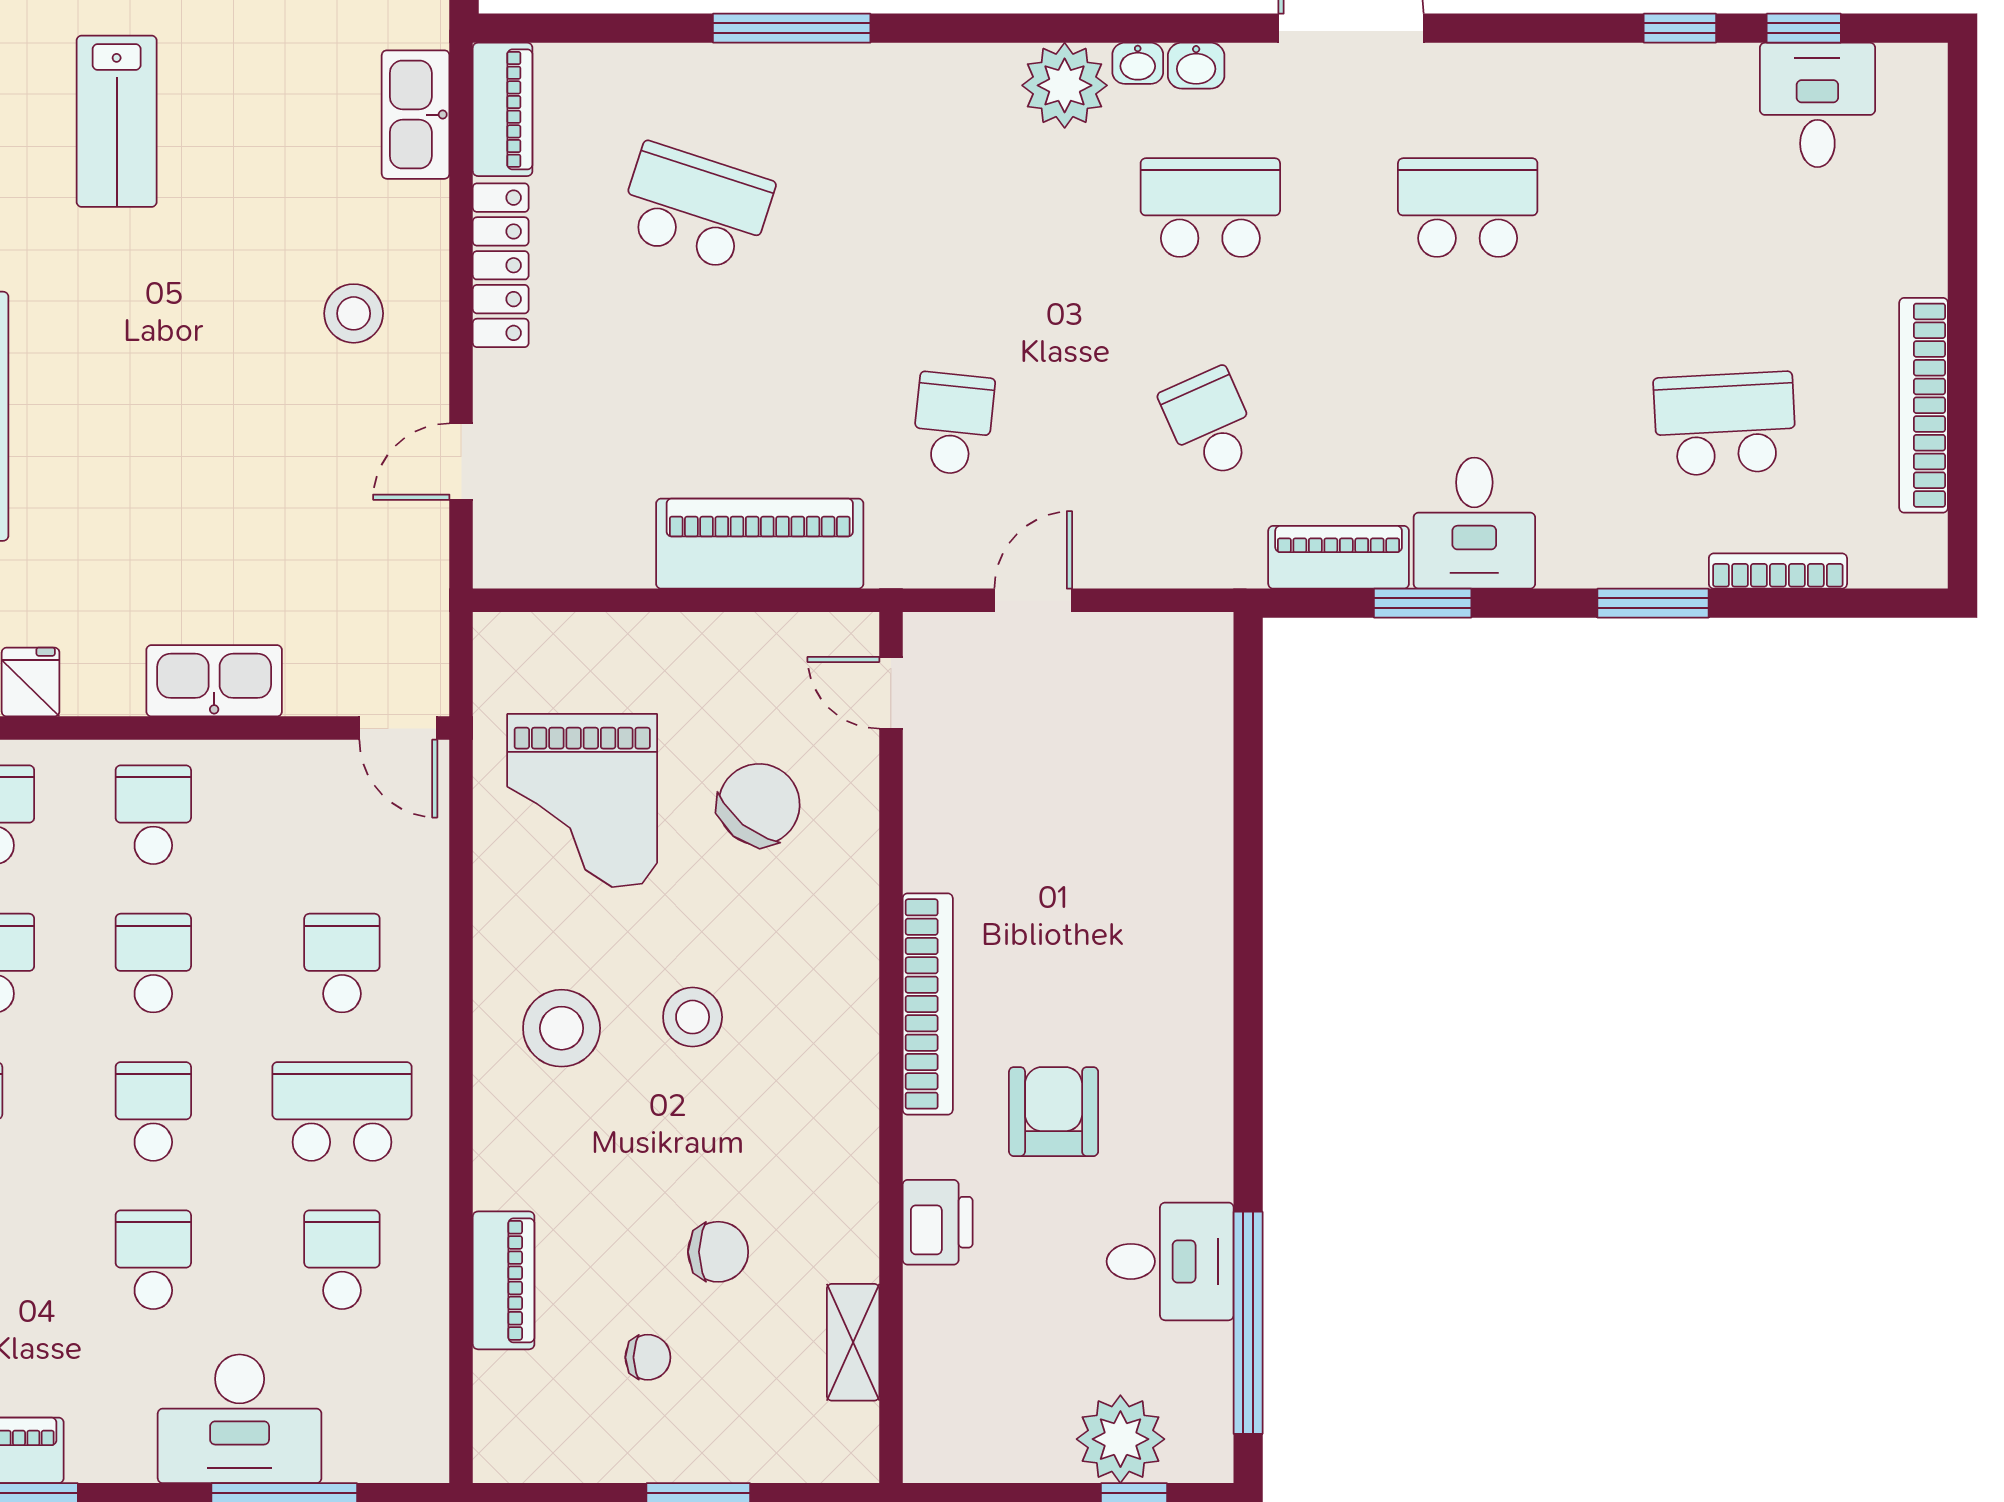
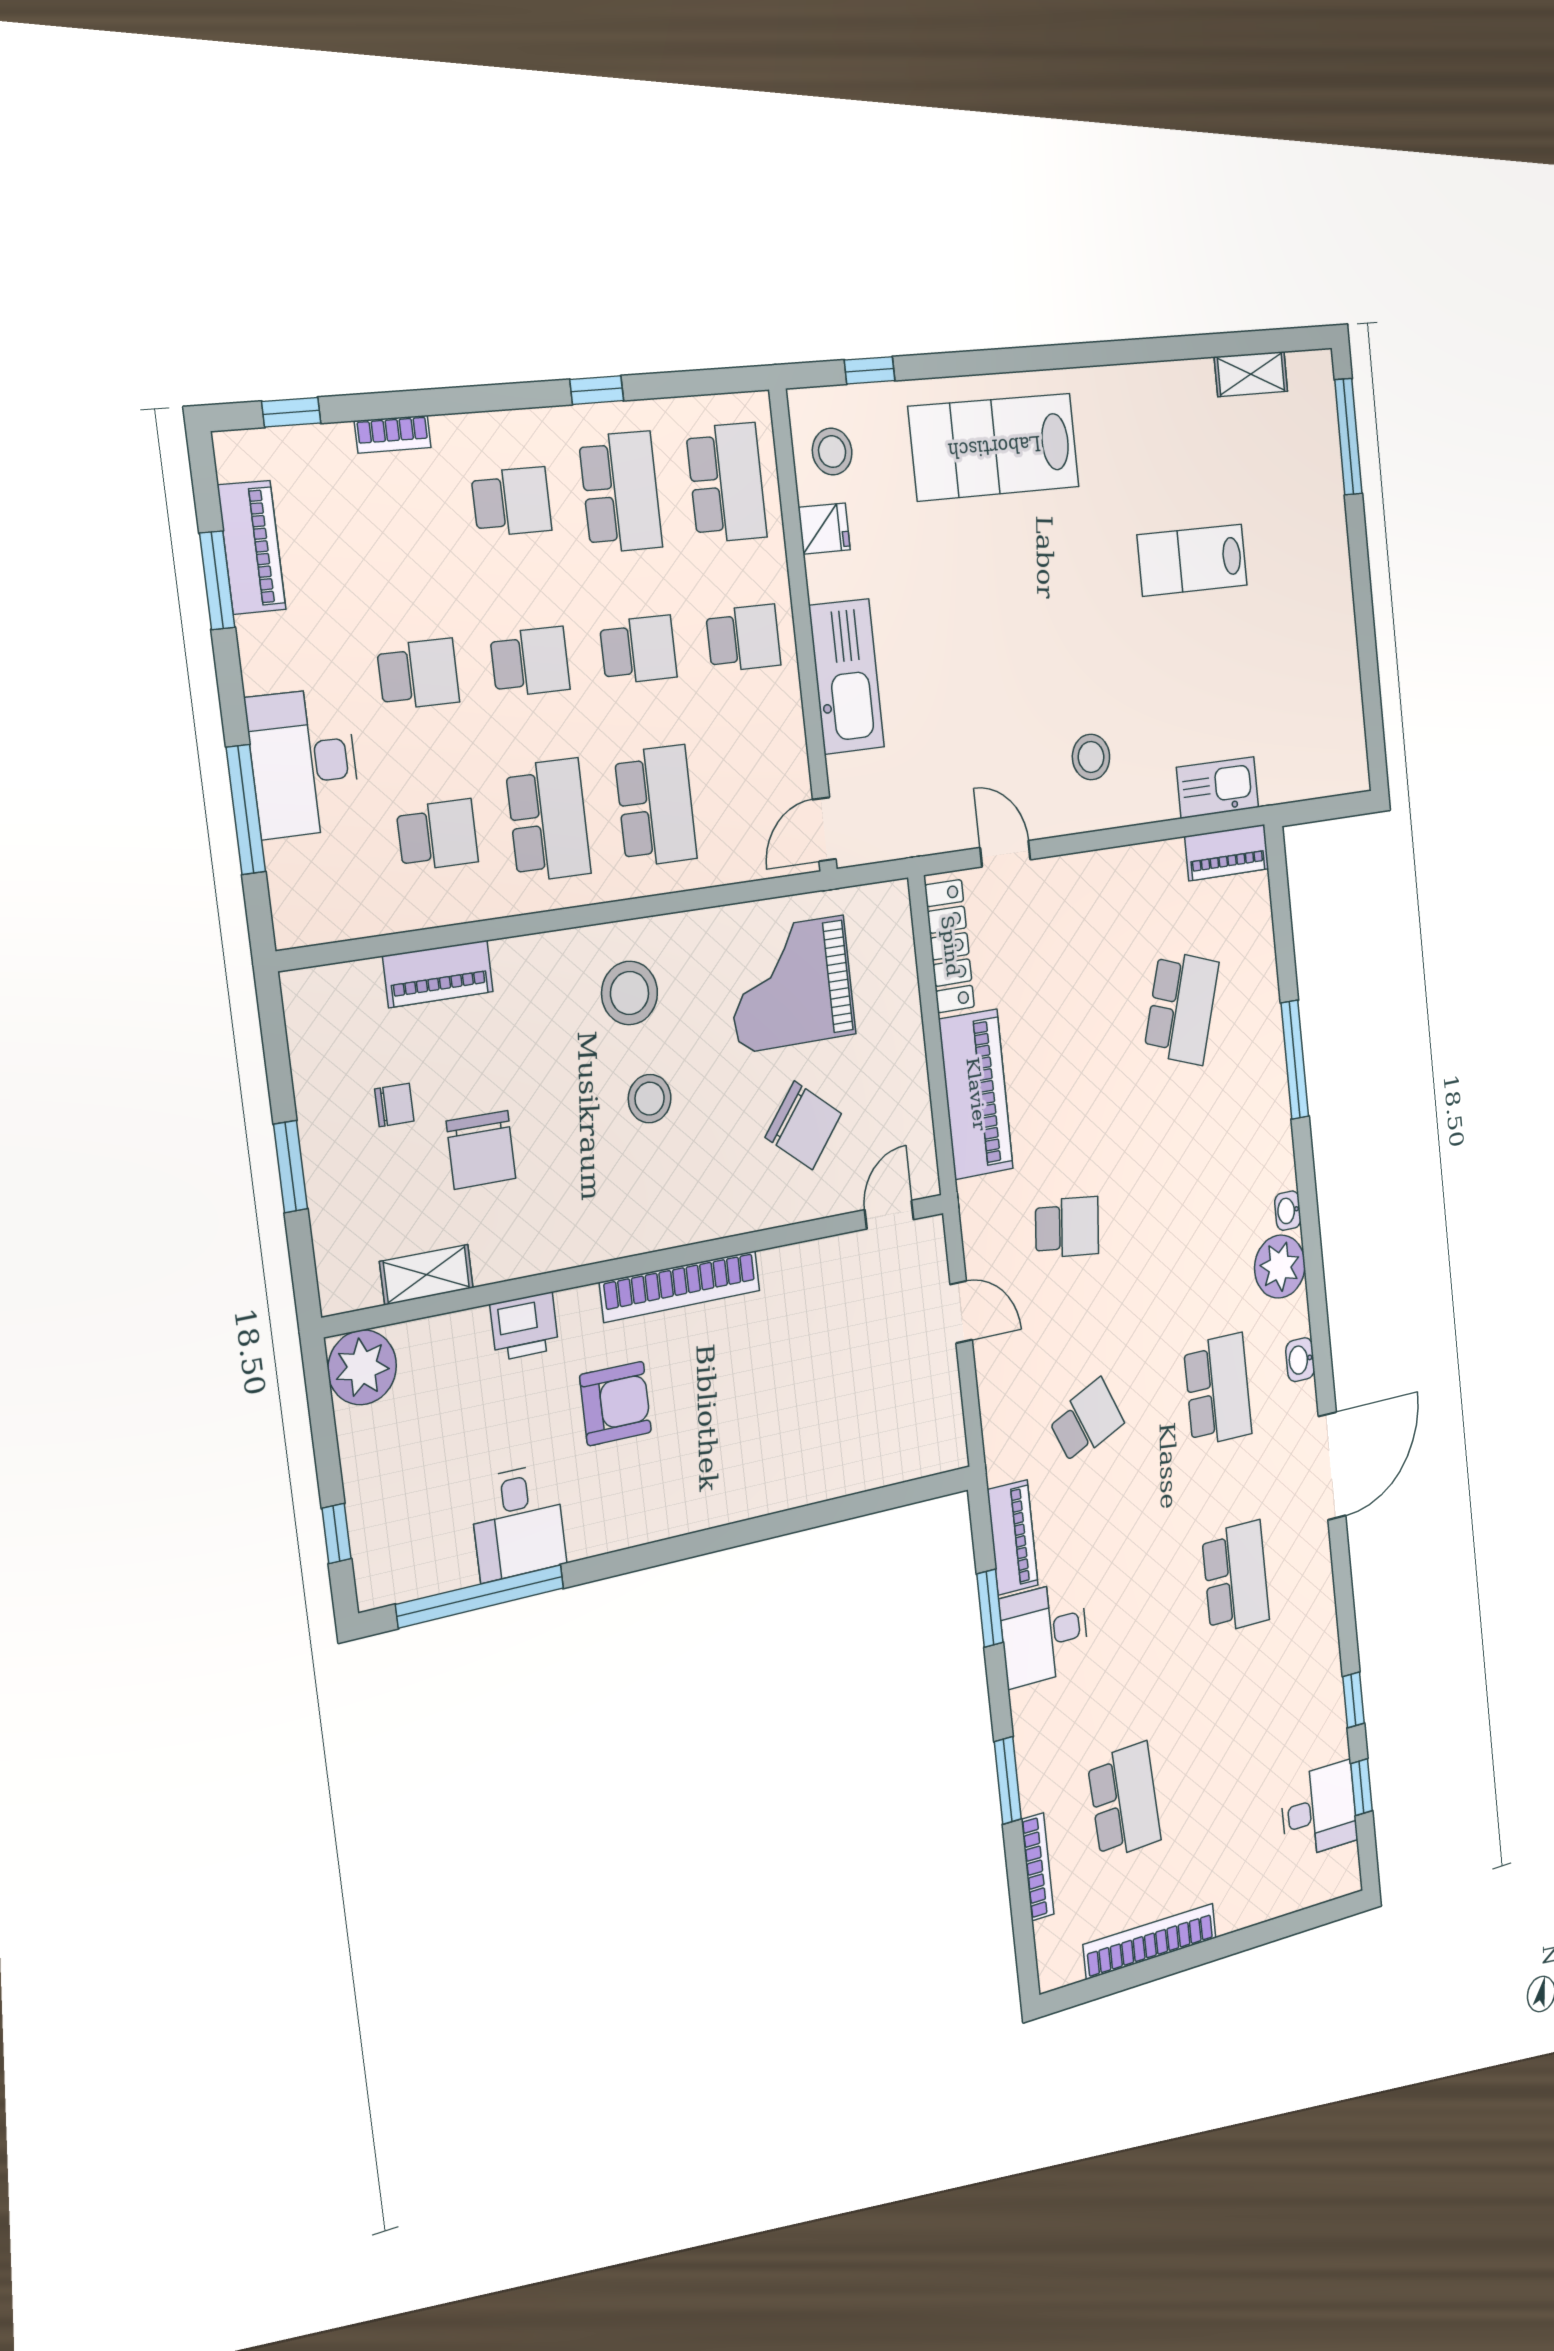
washbasin: (1138, 63) -> (1288, 1211), moved
locker: (501, 265) -> (950, 946), moved, turned -90
kitchen sink: (214, 681) -> (847, 676), width x1.36, depth x1.24
school desk: (342, 963) -> (656, 806), width x1.85
chair: (718, 1252) -> (481, 1150), width x1.37, depth x1.37
chair: (648, 1357) -> (394, 1105), turned -90
plant: (1120, 1439) -> (362, 1367), moved

